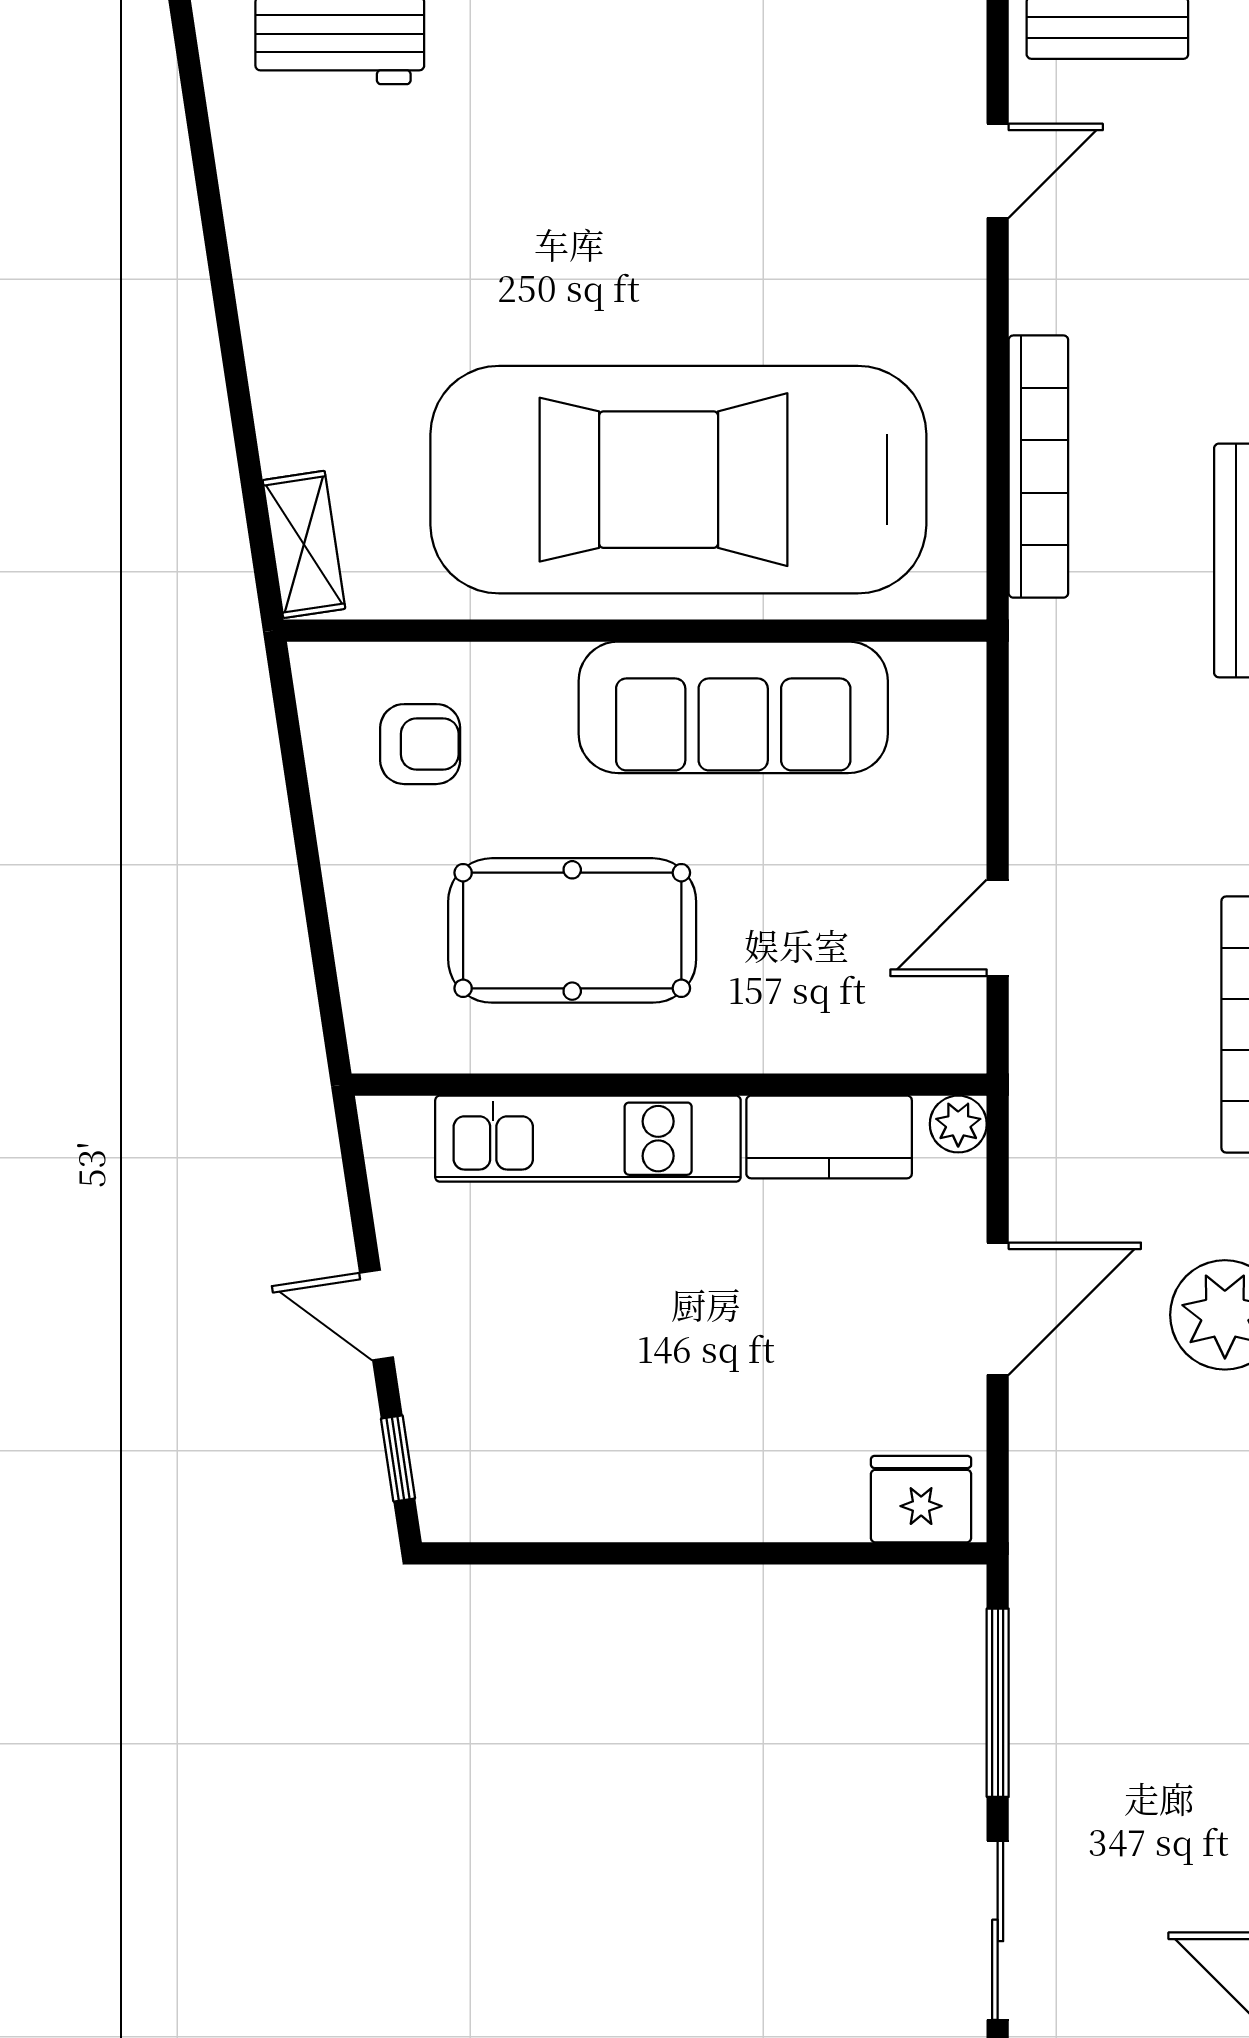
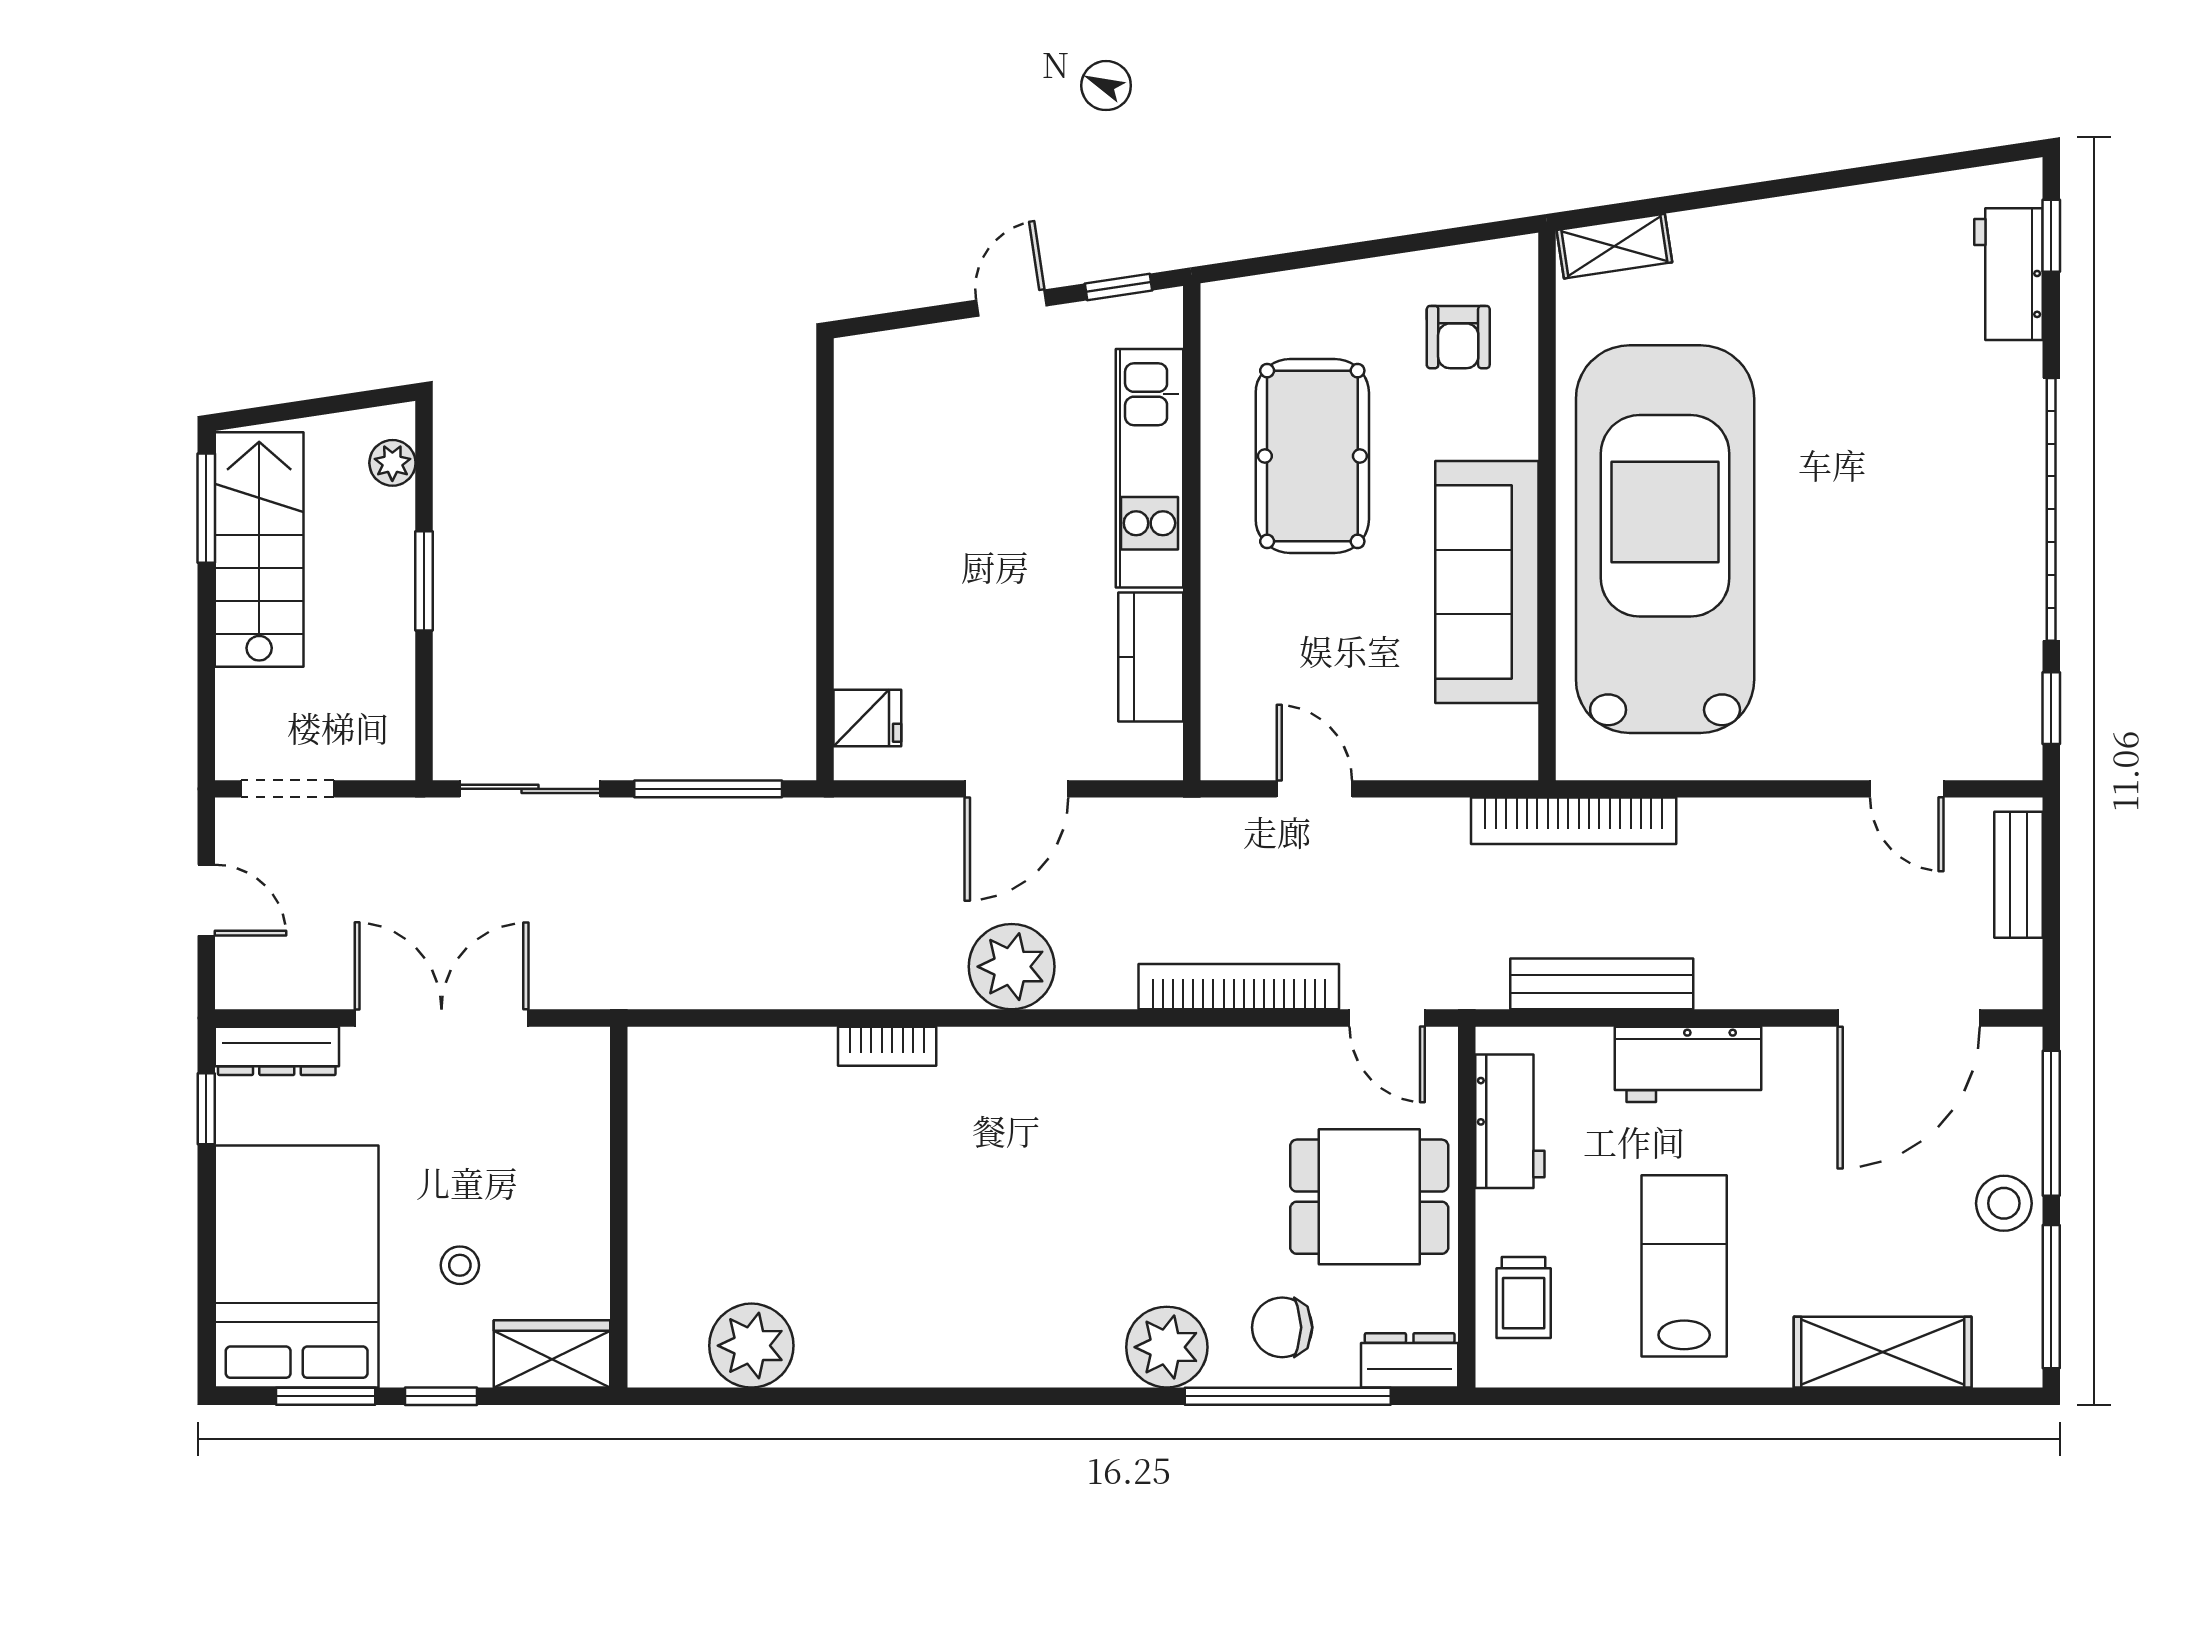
bookcase: (1038, 467) -> (1574, 821), moved
plant: (958, 1124) -> (1161, 758), removed
door: (998, 1309) -> (1016, 789), hinge flipped
window: (398, 1459) -> (1118, 287), moved
fridge: (921, 1499) -> (867, 718), width x0.72

